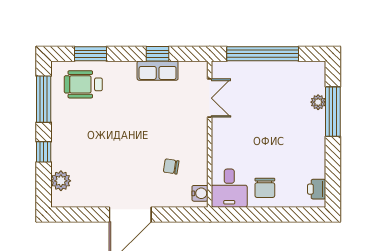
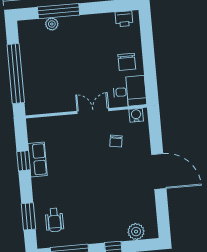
wheelchair: (83, 84) -> (54, 220), width x0.73, depth x0.73
double door: (210, 98) -> (93, 111), moved
chair: (265, 188) -> (127, 62), turned 90

